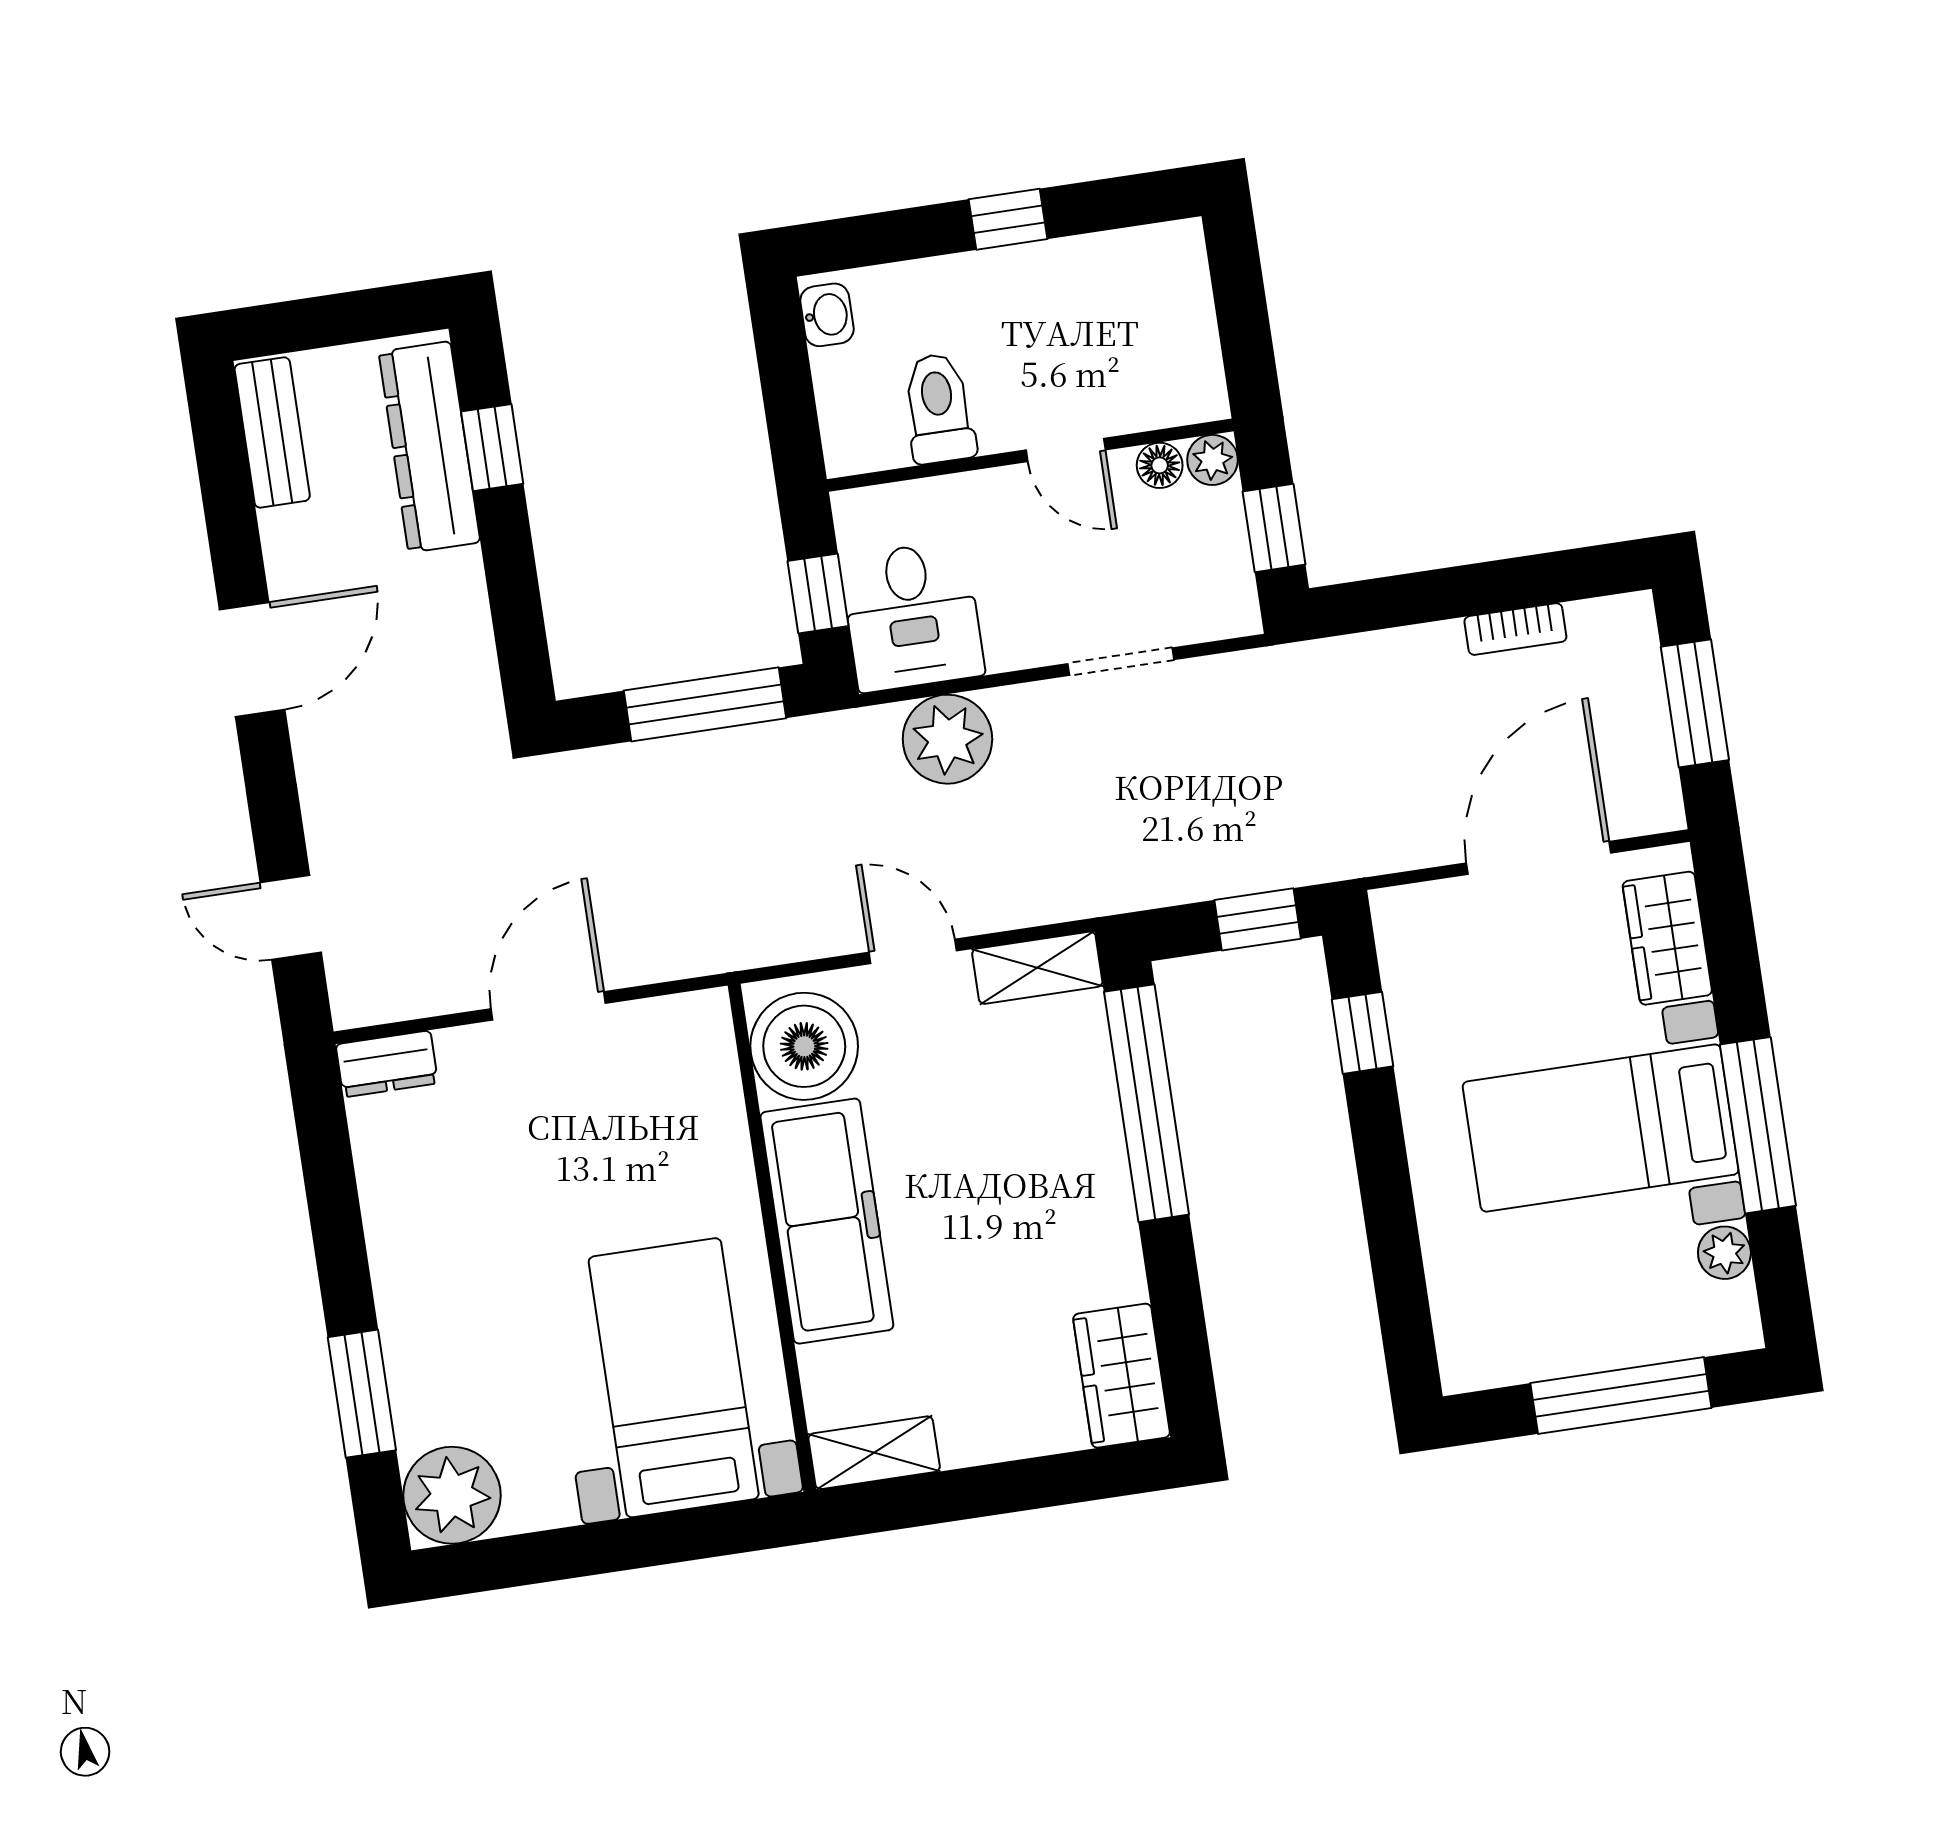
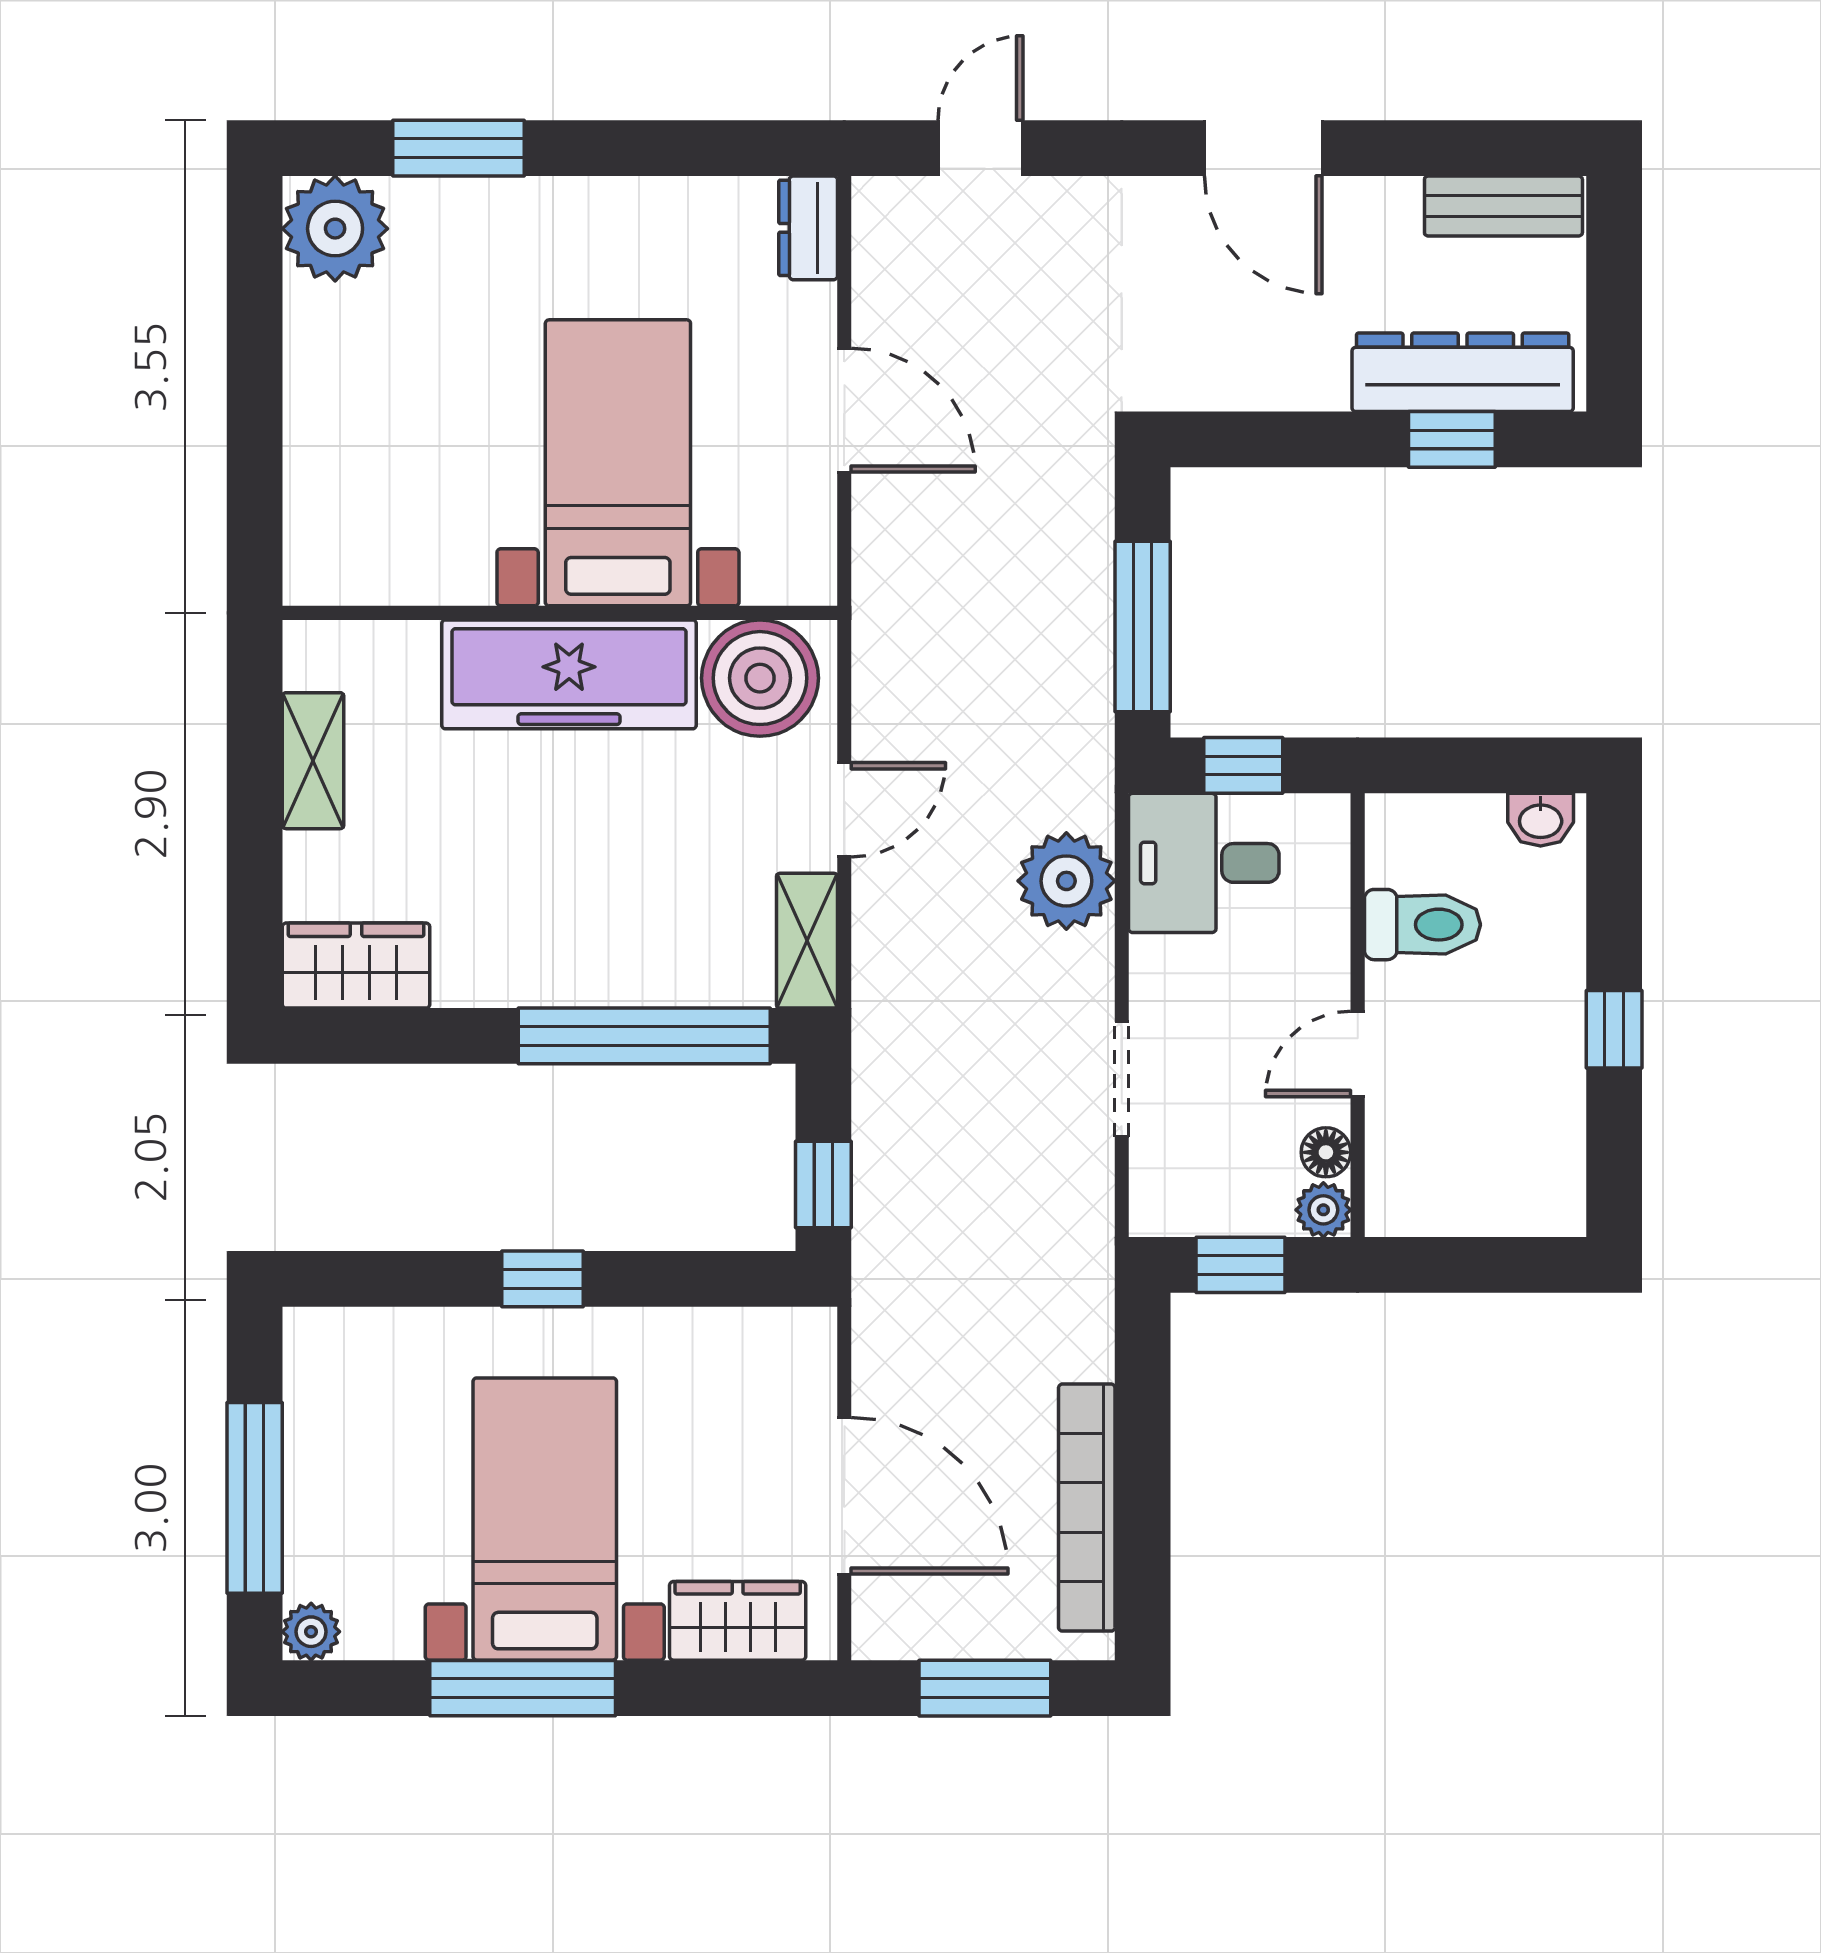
bookcase: (1515, 629) -> (1087, 1508), width x2.31, depth x1.31
window: (1362, 1033) -> (542, 1279), moved
plant: (1724, 1253) -> (311, 1632), moved
bed with nightstands: (674, 1378) -> (618, 463), moved, turned -90
shelving: (874, 1453) -> (313, 761), moved

